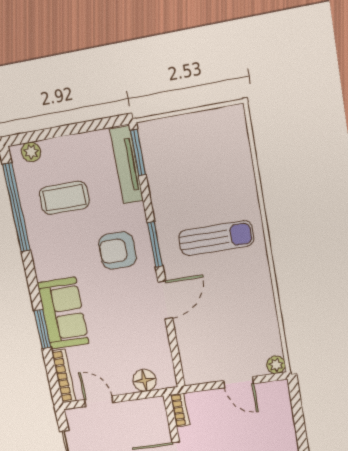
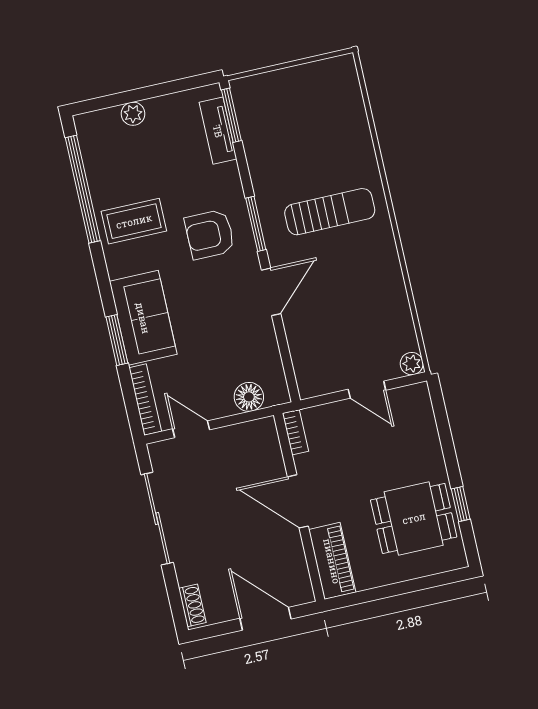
plant: (31, 152) -> (133, 114), moved
tv unit: (127, 165) -> (218, 131), width x0.71
coffee table: (64, 198) -> (134, 221), moved

